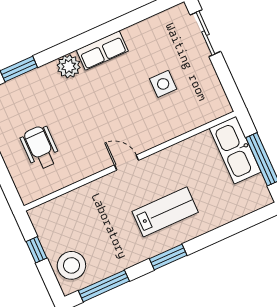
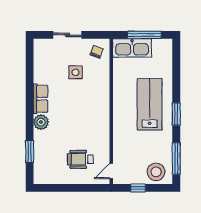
sliding door: (205, 33) -> (68, 35), moved
chair: (207, 101) -> (97, 52), added
door: (127, 163) -> (111, 171), moved
lab bench: (165, 212) -> (150, 104), width x1.36, depth x1.39

